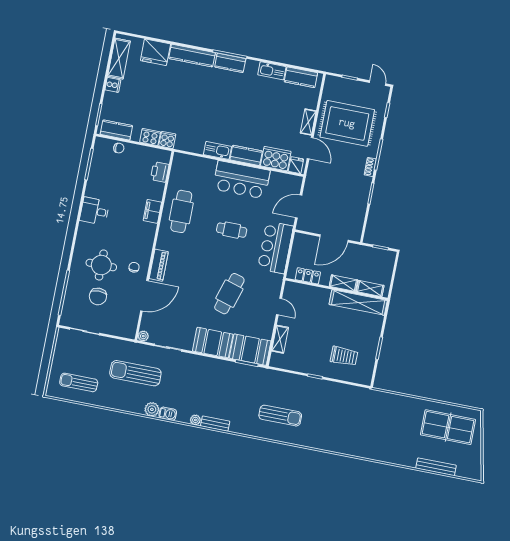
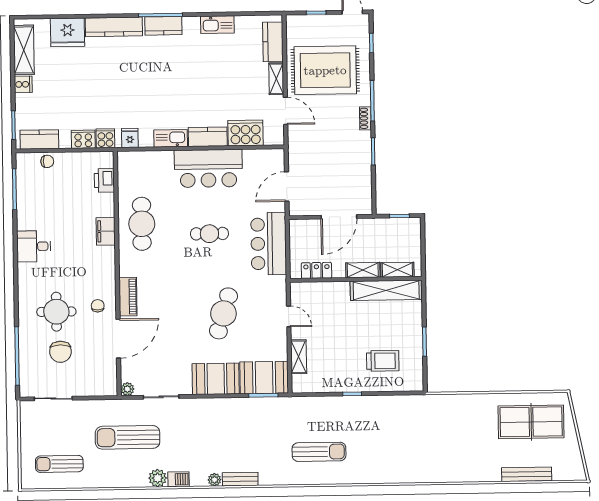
kitchen counter: (301, 77) -> (273, 42), moved, turned 90
fridge: (296, 165) -> (130, 138), moved

